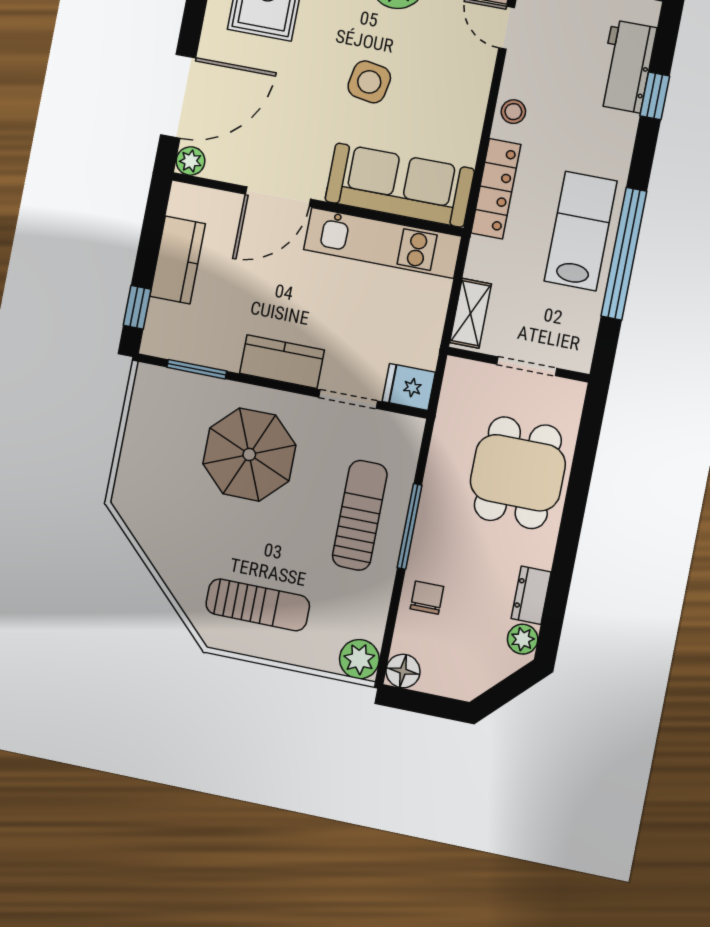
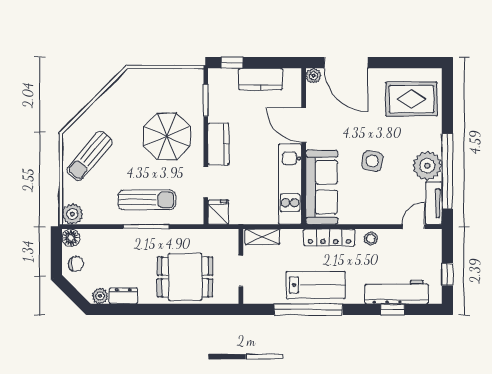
workbench: (627, 66) -> (396, 292), width x1.38
chair: (427, 598) -> (76, 264), moved
sun lounger: (258, 605) -> (90, 156), turned 40

